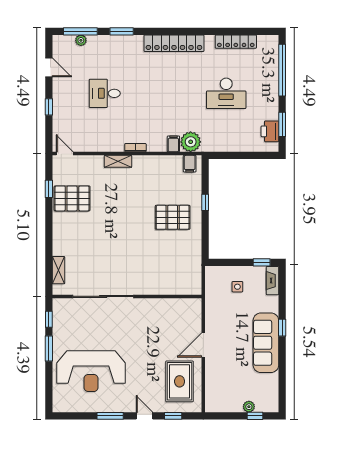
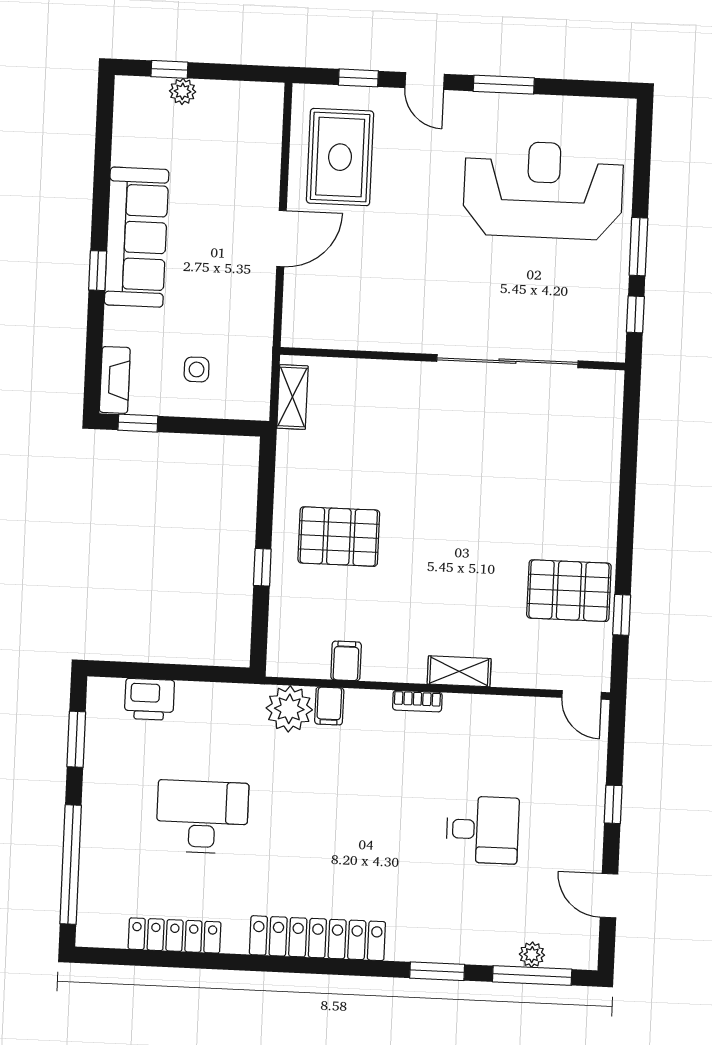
printer: (270, 131) -> (149, 699), moved, turned 90
filing cabinet: (190, 164) -> (346, 661), moved
shelving: (58, 270) -> (292, 397), moved

